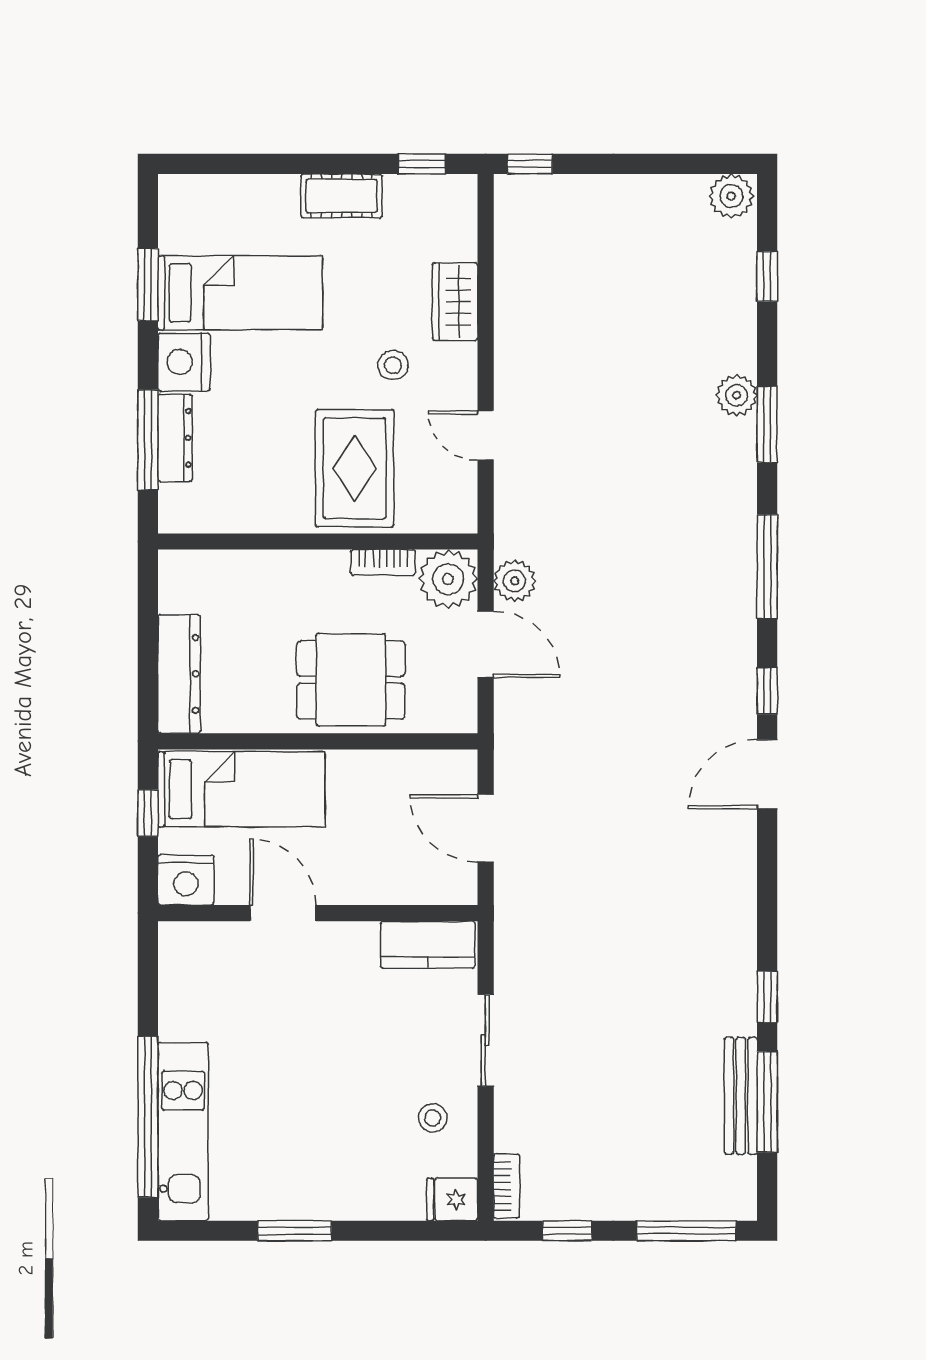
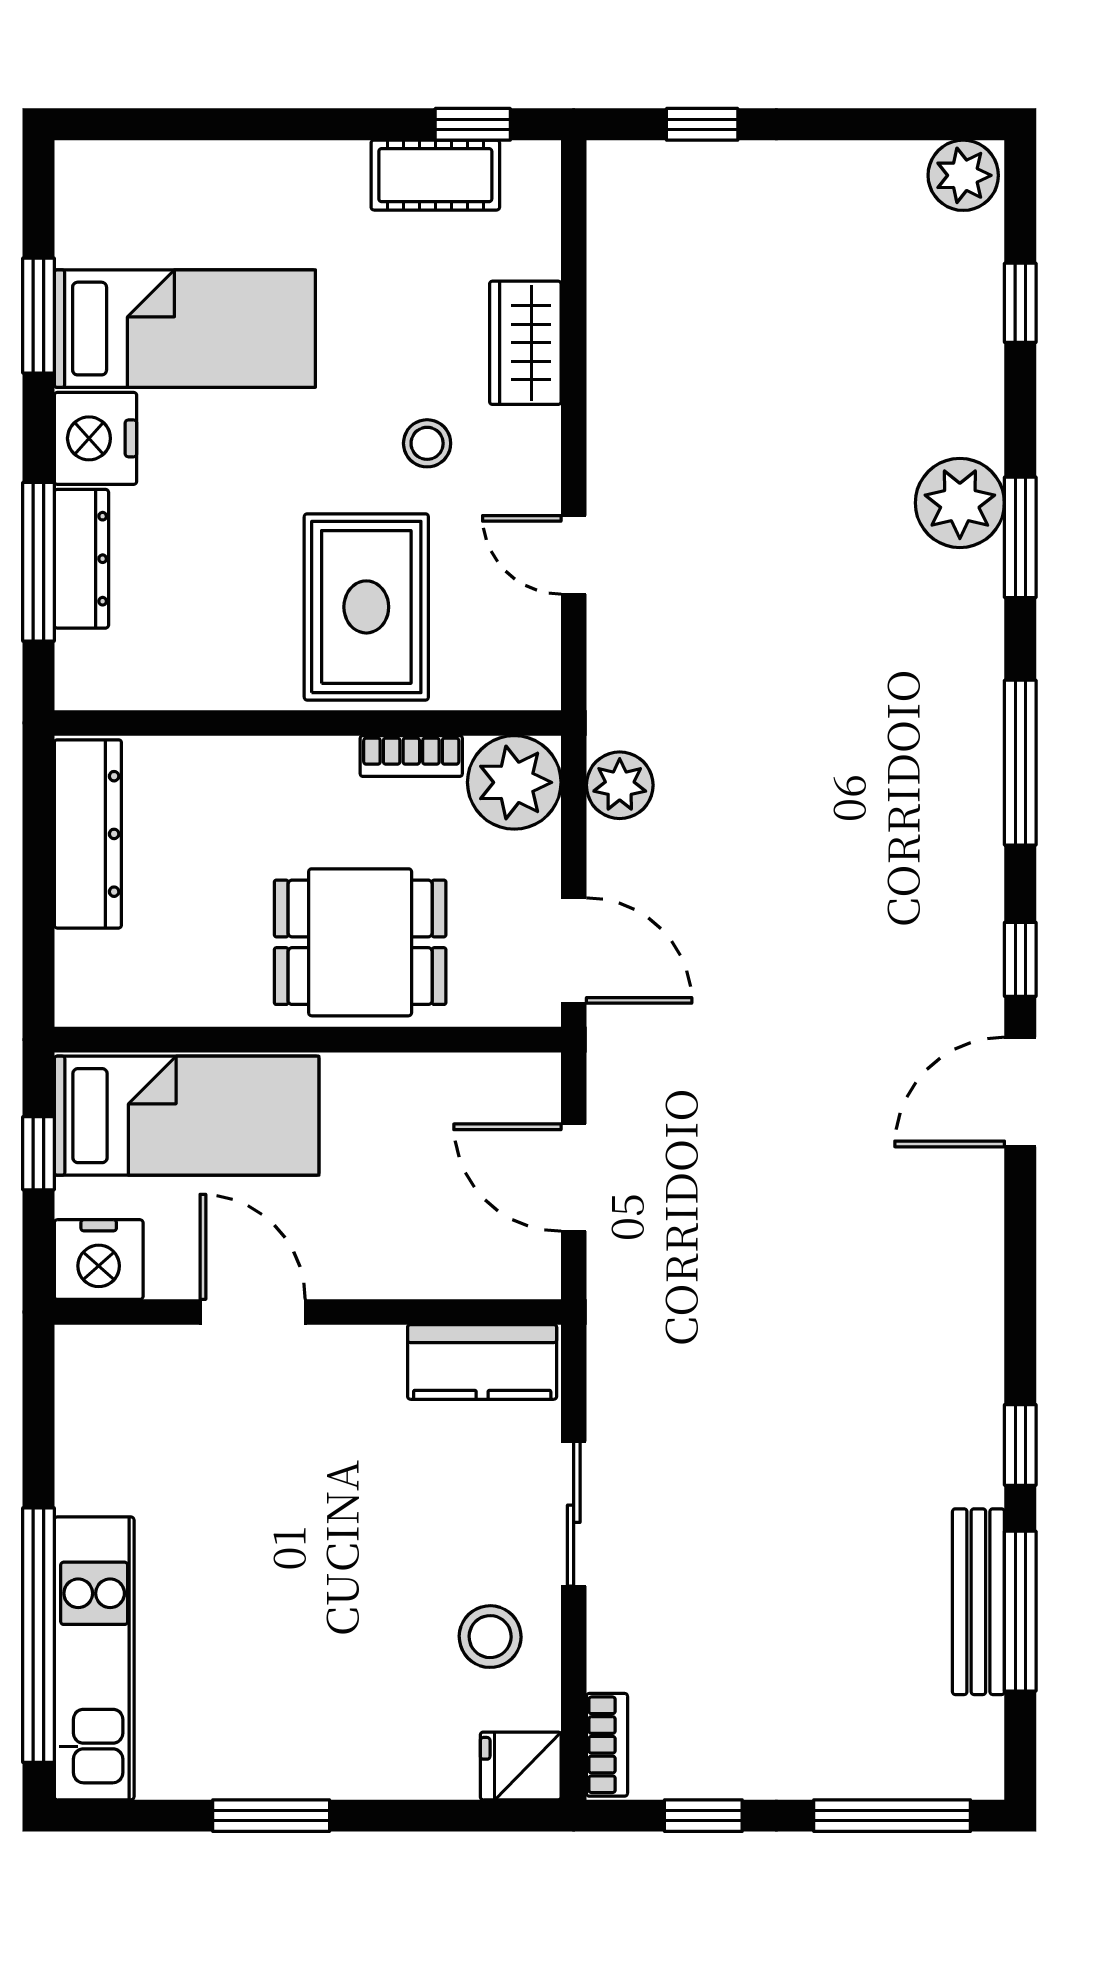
window: (530, 164) -> (702, 124), moved
cot: (341, 196) -> (435, 175), moved
plant: (737, 395) -> (960, 503), width x1.36, depth x1.36
door: (486, 644) -> (574, 951), moved
dresser: (179, 674) -> (88, 834), moved
stool: (433, 1118) -> (490, 1637), width x1.37, depth x1.37

